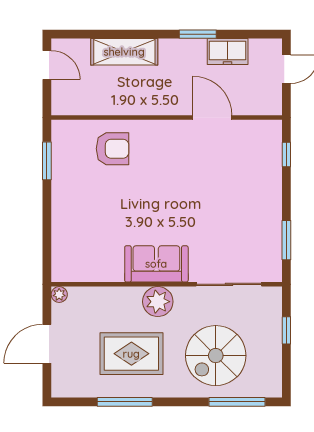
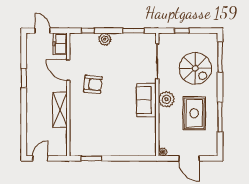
shelving: (124, 52) -> (60, 110), moved
freezer: (228, 52) -> (60, 44), moved, turned 180
door: (212, 118) -> (68, 70), hinge flipped
armchair: (113, 149) -> (93, 84), moved, turned 96
plant: (270, 186) -> (105, 39), added

